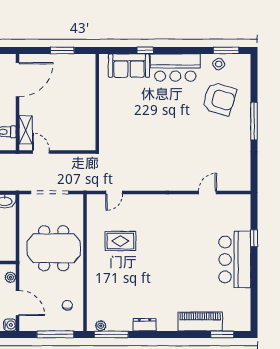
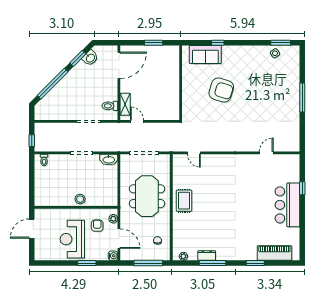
bar counter: (175, 68) -> (241, 56), removed
armchair: (219, 99) -> (221, 90), moved
door: (114, 192) -> (194, 153), hinge flipped
rug: (120, 241) -> (184, 201), moved, turned 90
meeting table: (54, 248) -> (147, 196), turned 90
piano: (200, 321) -> (274, 253), moved
dresser: (145, 325) -> (207, 255), moved
window: (111, 334) -> (213, 263), moved
window: (222, 334) -> (255, 263), moved

